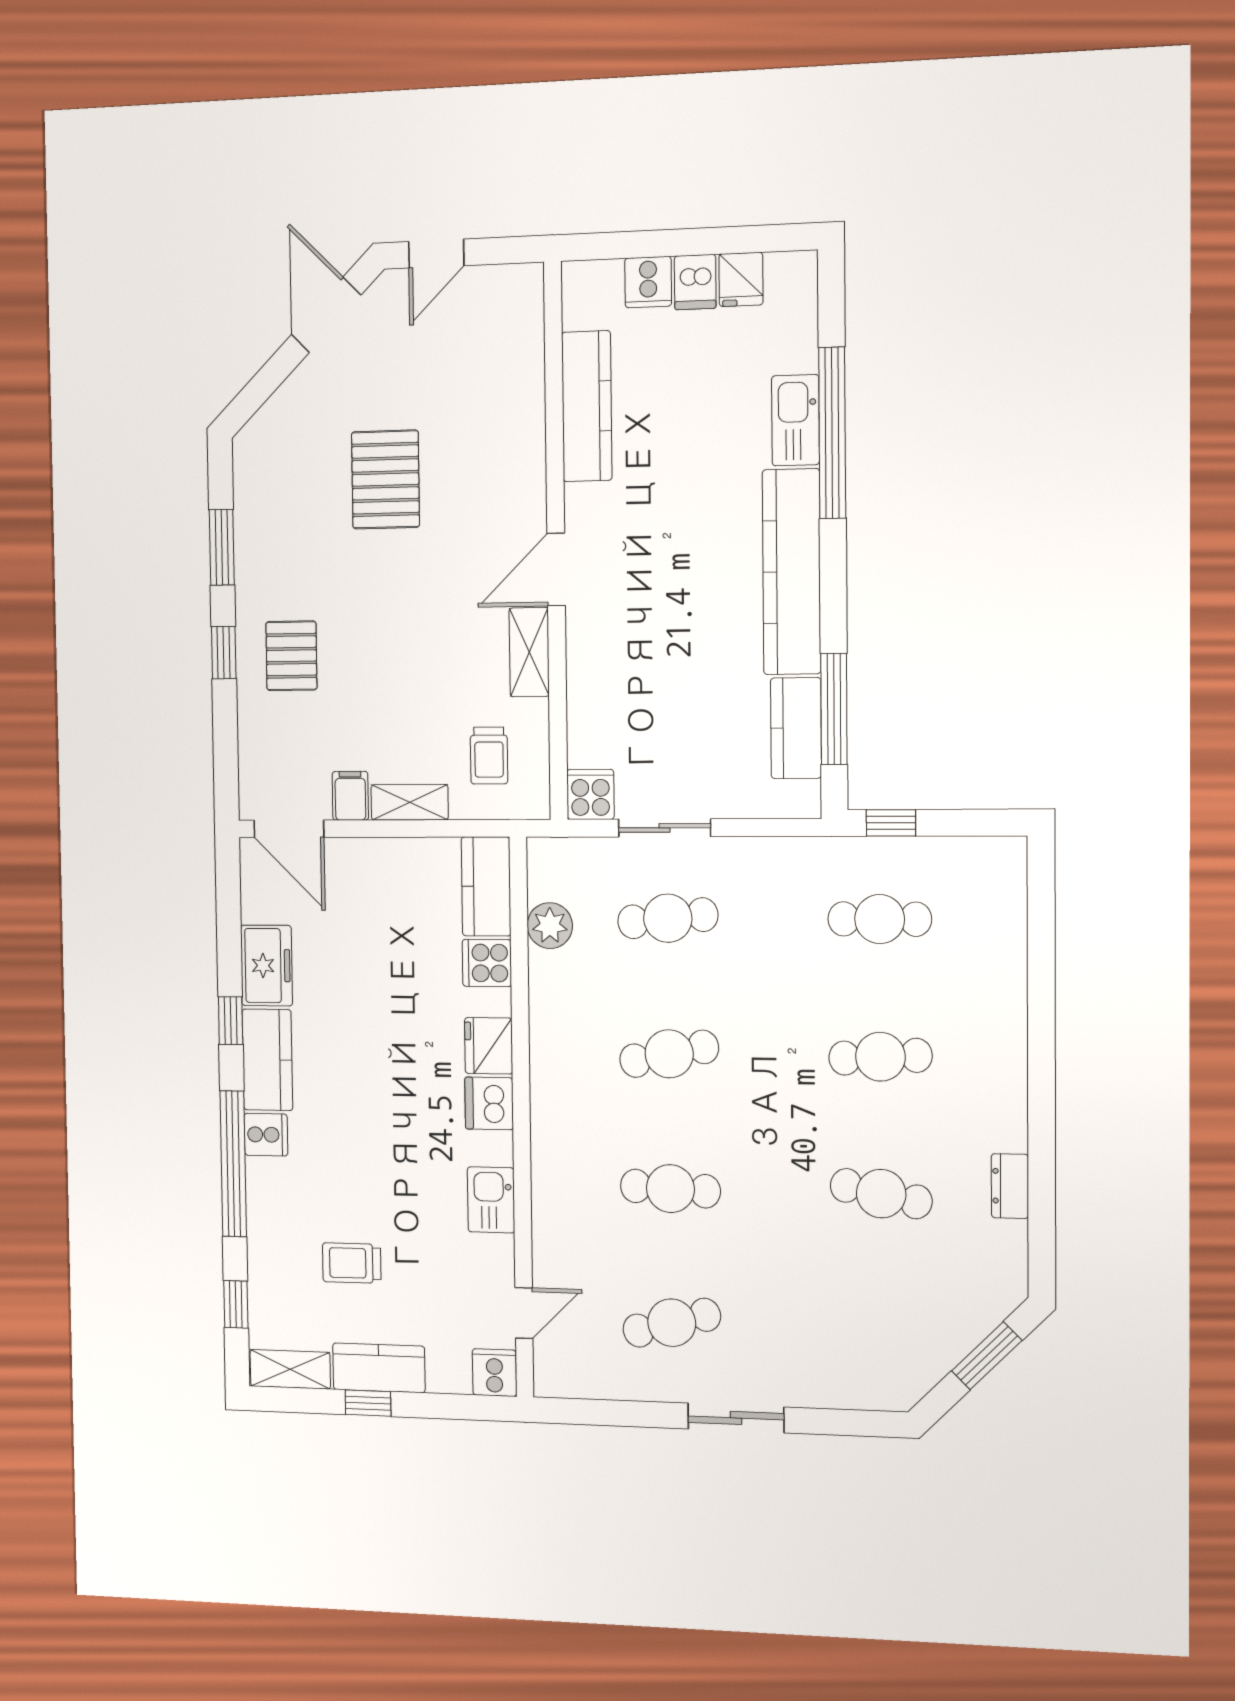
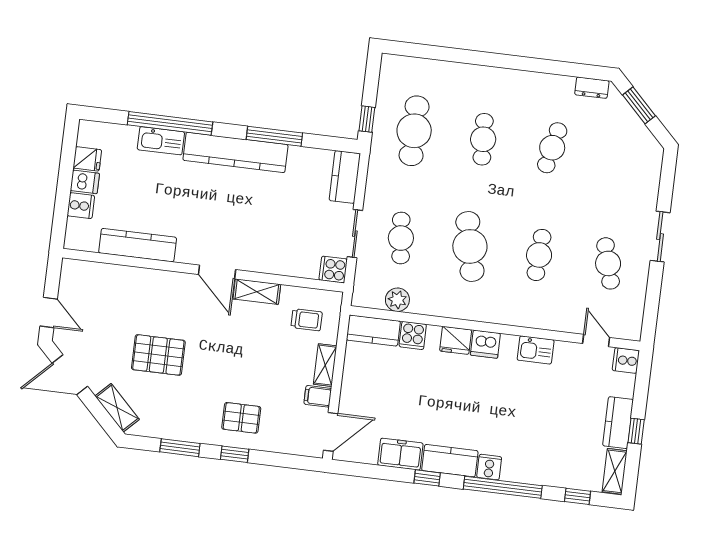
shelving: (278, 416) -> (117, 408), added
window: (834, 709) -> (274, 136), moved
kitchen counter: (796, 728) -> (345, 177), moved, turned 90
cafe table: (880, 919) -> (414, 131), width x1.37, depth x1.35
cafe table: (669, 1054) -> (470, 246), width x1.37, depth x1.35
dresser: (1010, 1186) -> (592, 88), moved
trolley: (352, 1263) -> (561, 430), removed

